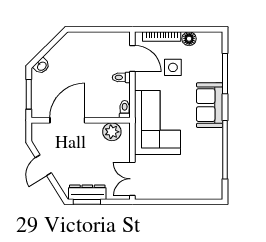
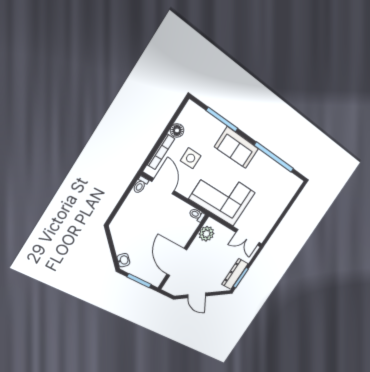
door: (132, 59) -> (163, 186), hinge flipped
toilet: (121, 77) -> (140, 185), moved

